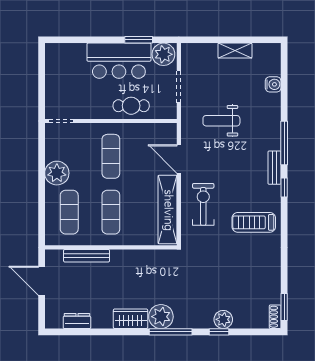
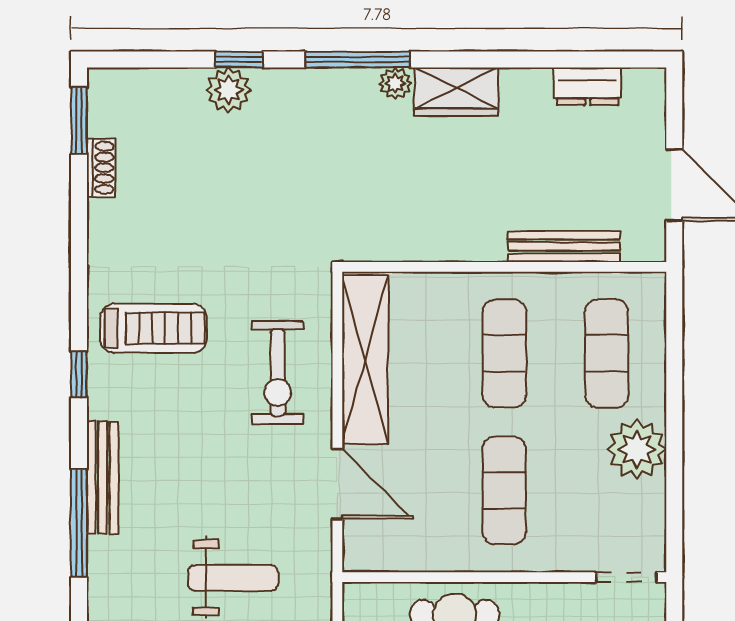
bench: (275, 168) -> (103, 478), width x1.36
window: (284, 187) -> (79, 375), moved
plant: (161, 317) -> (395, 83), width x0.53, depth x0.53
shoe rack: (275, 317) -> (101, 168), moved

